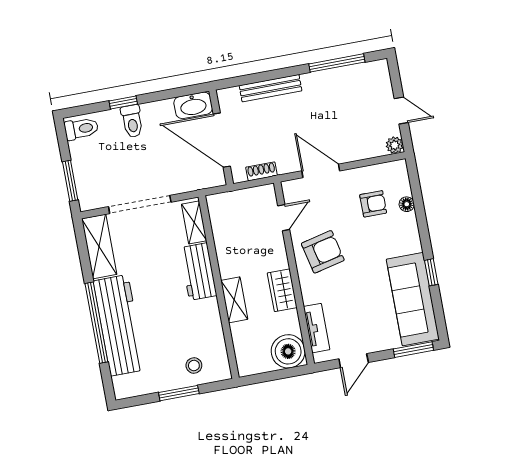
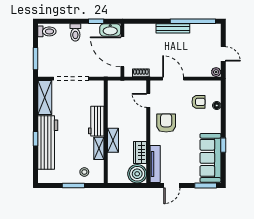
window: (337, 63) -> (193, 21), width x1.46
bench: (271, 88) -> (173, 28), moved
window: (123, 102) -> (96, 21), moved
door: (284, 218) -> (148, 100), swing flipped
shelving: (194, 222) -> (99, 148), moved
armchair: (323, 252) -> (166, 123), turned -77
wardrobe: (282, 290) -> (140, 152), moved
window: (96, 323) -> (36, 139), width x0.32
tv unit: (317, 328) -> (155, 164), width x1.41

